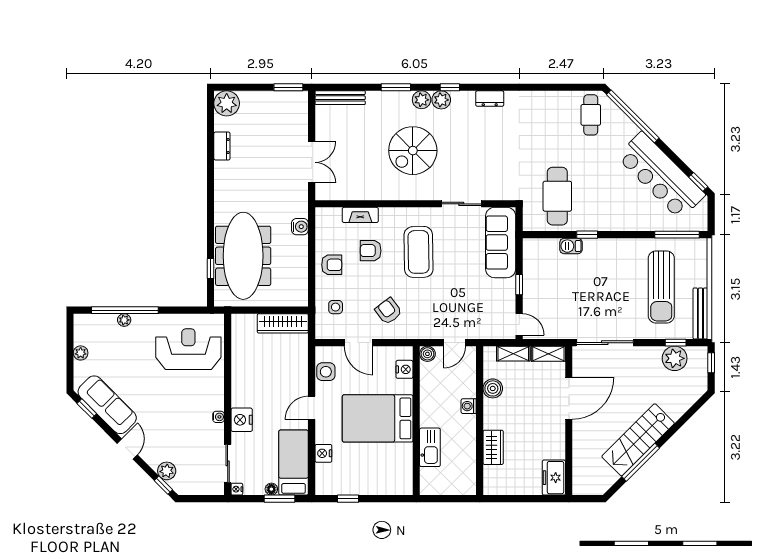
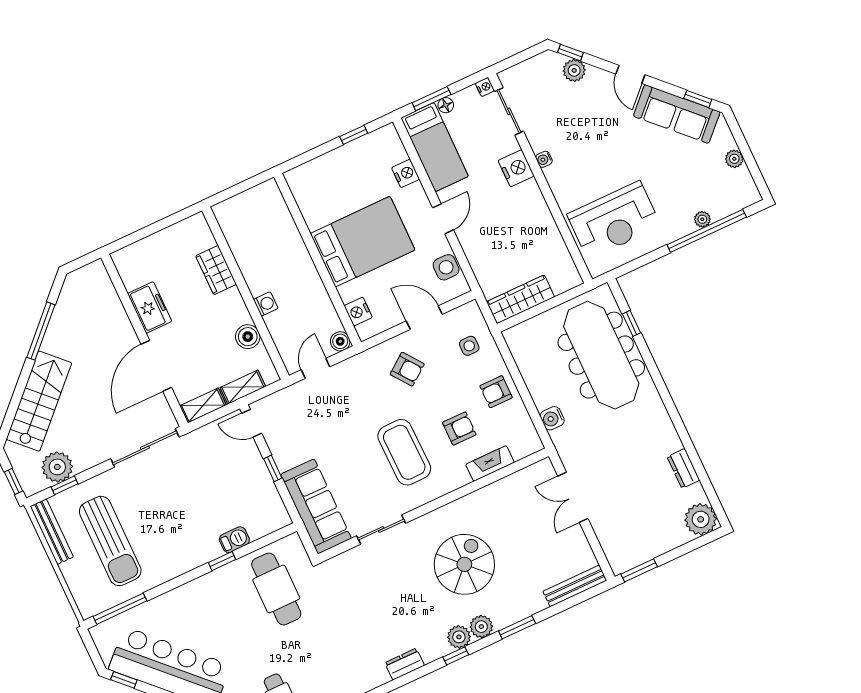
sun lounger: (661, 287) -> (110, 541), turned 180
stairs: (638, 440) -> (39, 401), moved
kitchen sink: (430, 447) -> (288, 237), removed
freezer: (554, 478) -> (150, 307), moved

